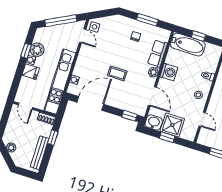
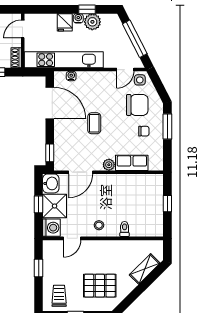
window: (147, 20) -> (167, 126), moved
chair: (113, 35) -> (137, 105), added
bathtub: (188, 45) -> (153, 194), removed
washing machine: (169, 72) -> (51, 228), moved, turned -90

